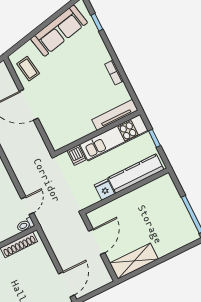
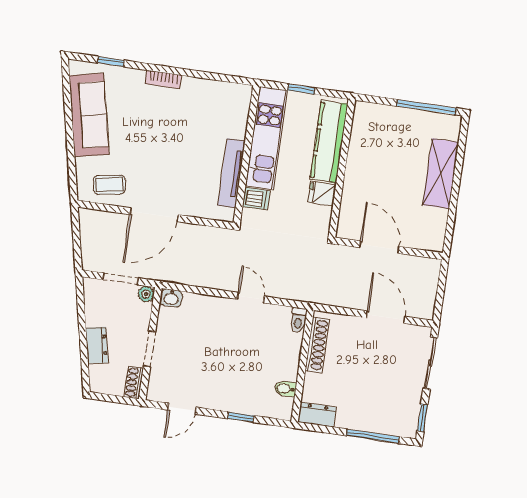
bookcase: (114, 73) -> (163, 80), moved
tv unit: (115, 115) -> (231, 173), moved
door: (27, 206) -> (251, 298), moved
shelving: (134, 261) -> (441, 174), moved
door: (66, 284) -> (386, 317), moved

